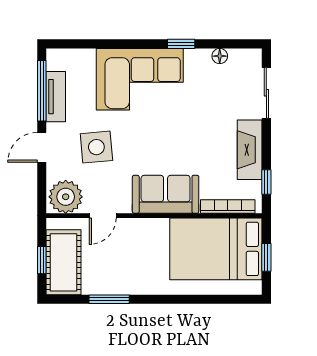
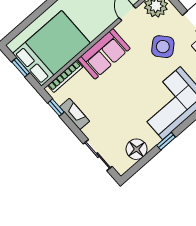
floor lamp: (220, 56) -> (137, 149), width x1.89, depth x1.89
side table: (96, 147) -> (163, 47), turned -37
fireplace: (250, 150) -> (75, 114), width x0.73, depth x0.76

